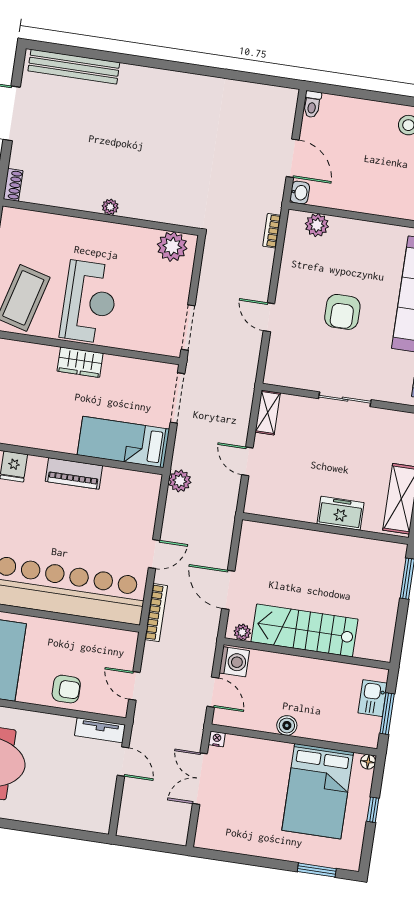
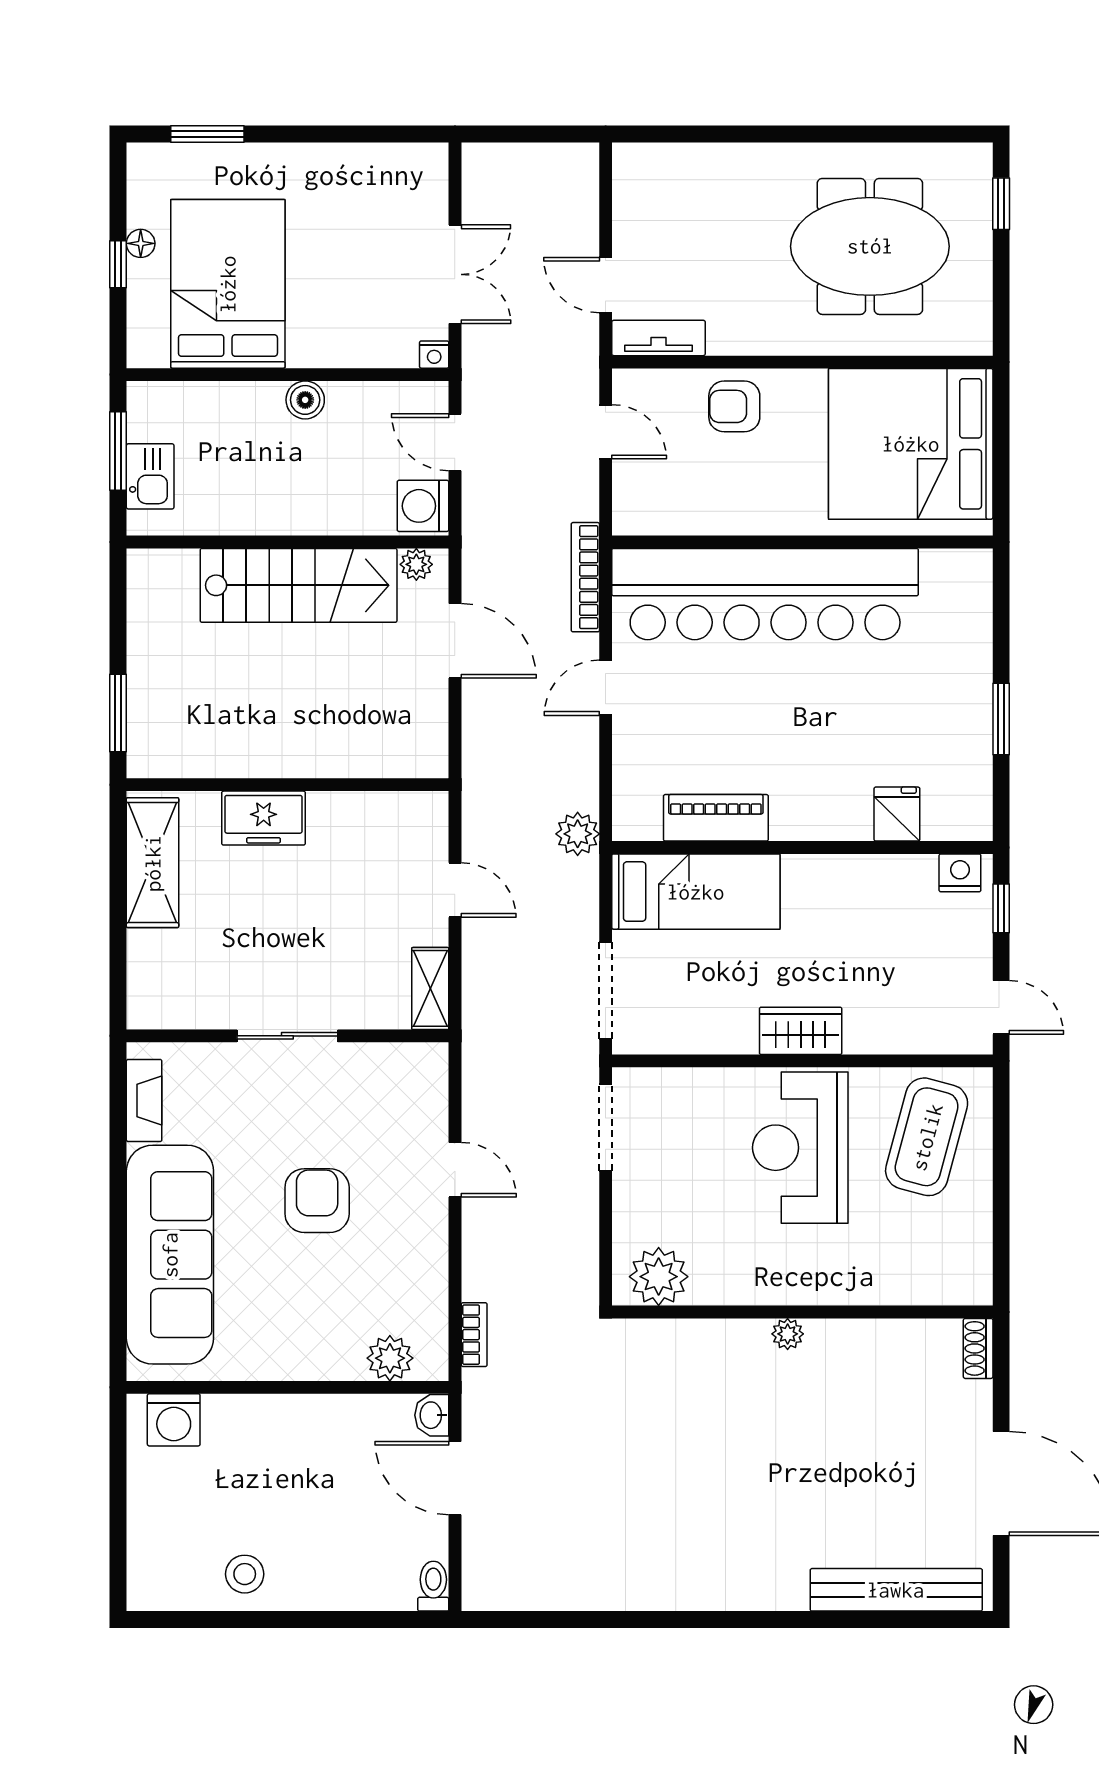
piano: (74, 473) -> (716, 818), moved
floor lamp: (368, 762) -> (141, 243), moved

